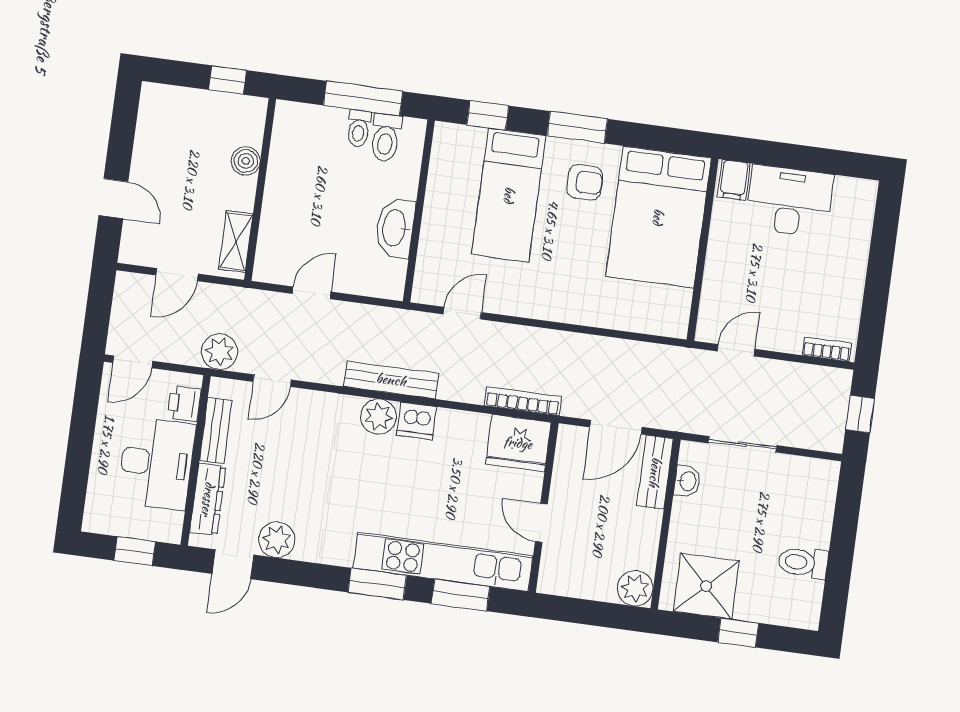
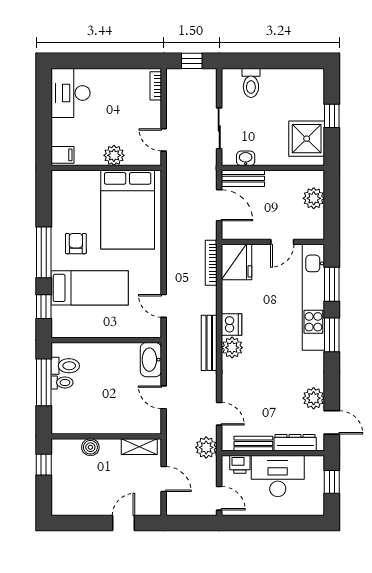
window: (577, 127) -> (44, 252), width x1.44
desk: (789, 201) -> (70, 93), moved
bed: (658, 217) -> (128, 210), moved, turned 90
washbasin: (395, 228) -> (151, 360), moved, turned 90
plant: (722, 265) -> (114, 155), added
toilet: (803, 563) -> (251, 83), moved
plant: (635, 588) -> (314, 198), moved

